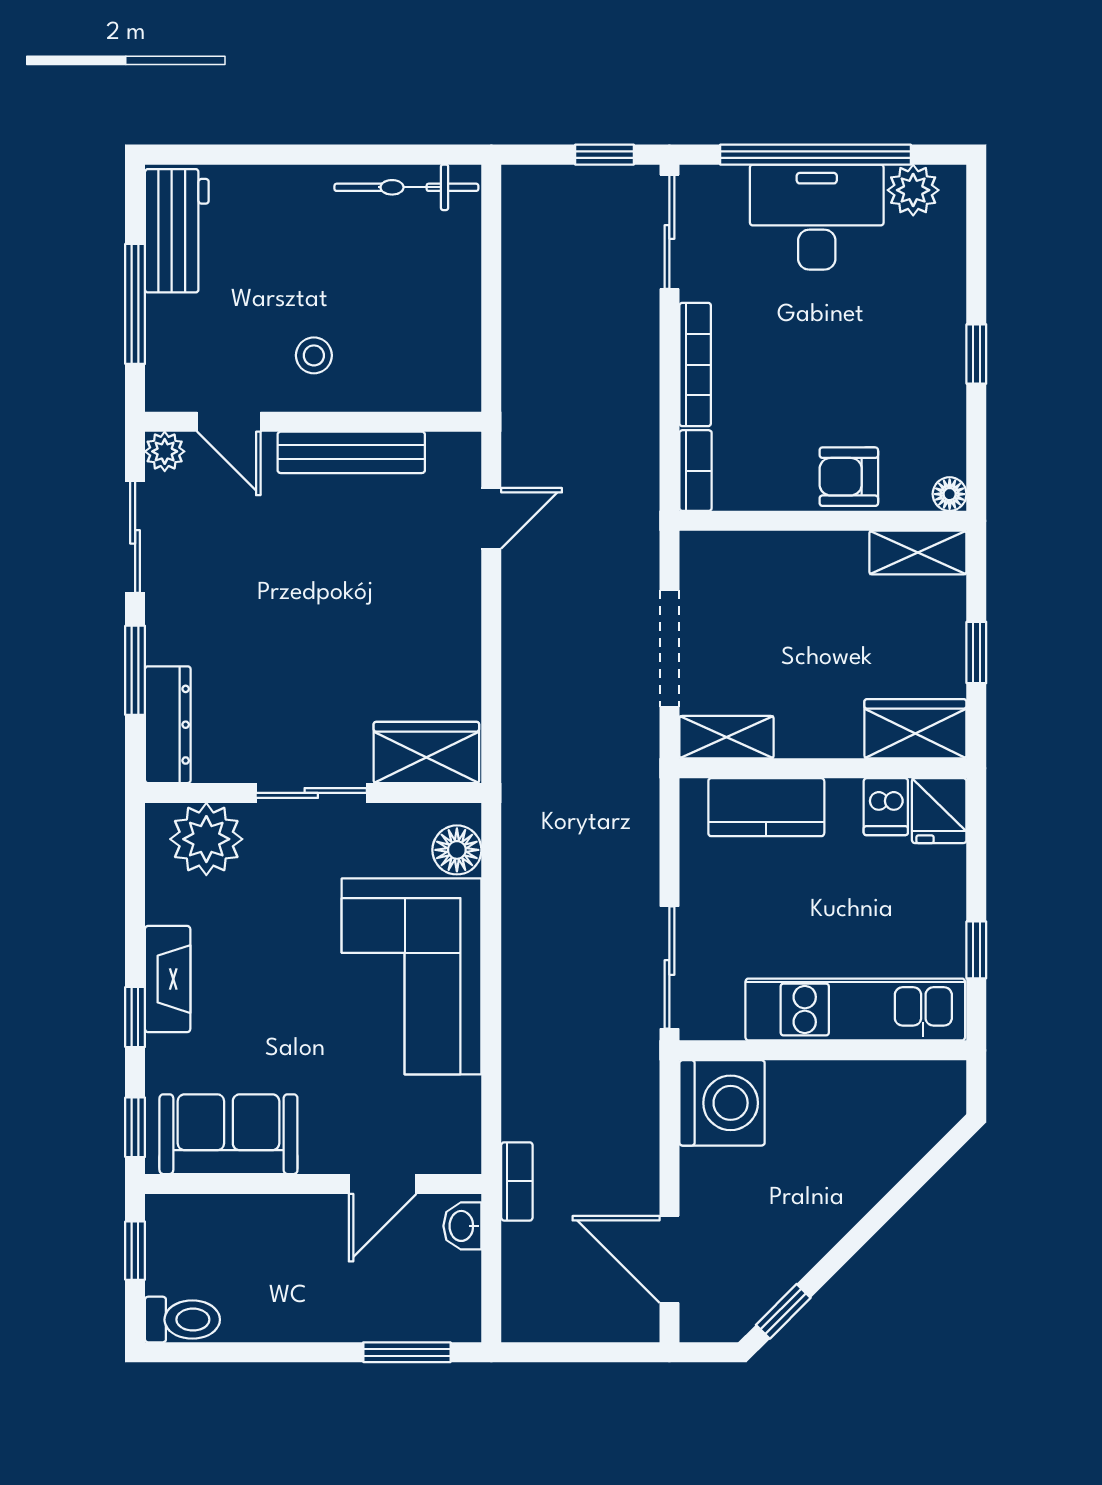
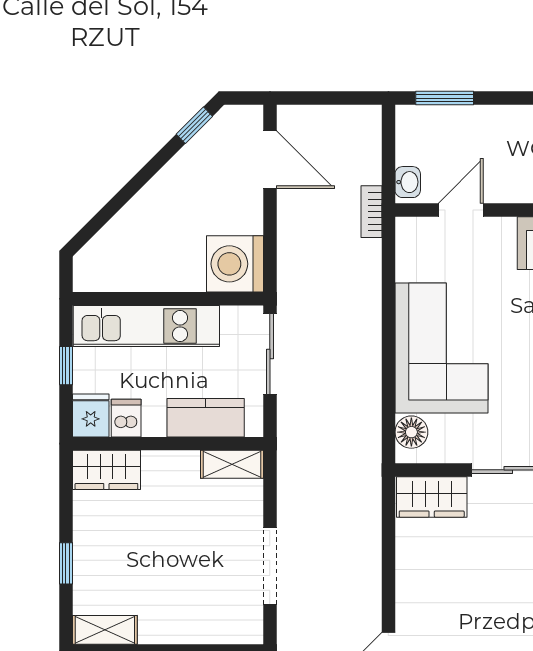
wardrobe: (915, 729) -> (106, 470), moved
shelving: (727, 737) -> (232, 464), moved
wall: (823, 768) -> (168, 444), moved
kitchen counter: (766, 807) -> (206, 418), moved
dishwasher: (886, 807) -> (126, 418), moved
fridge: (939, 811) -> (91, 415), moved

